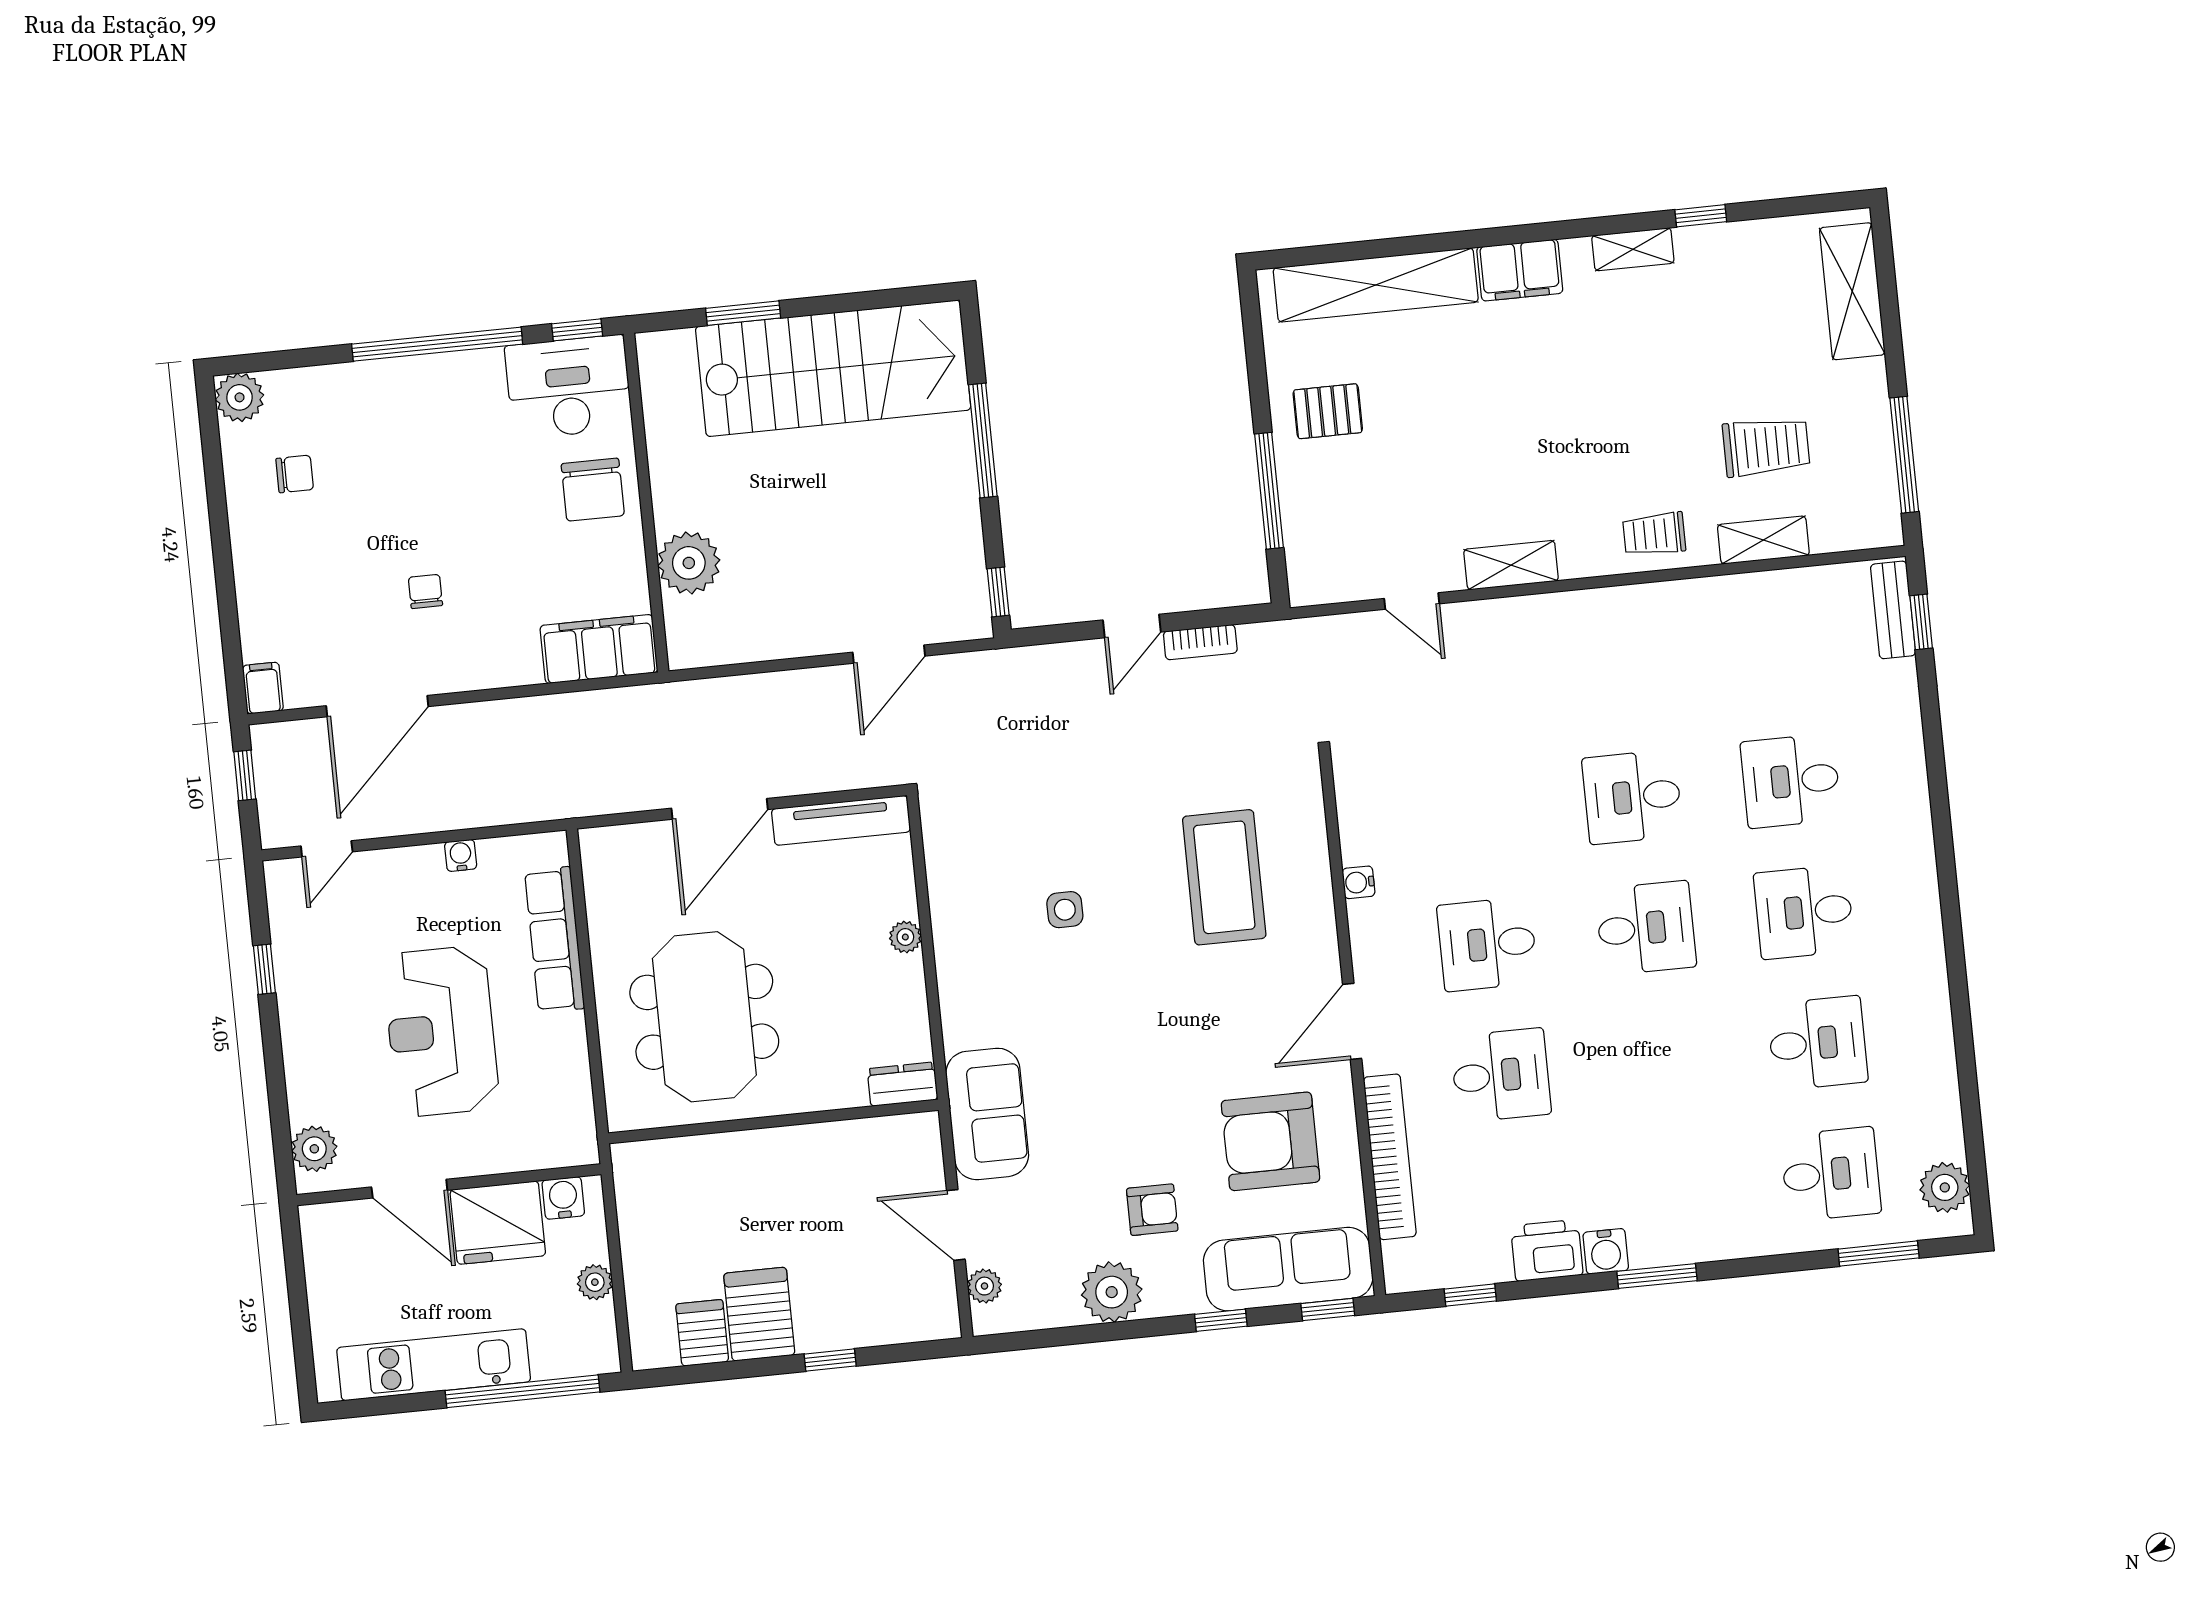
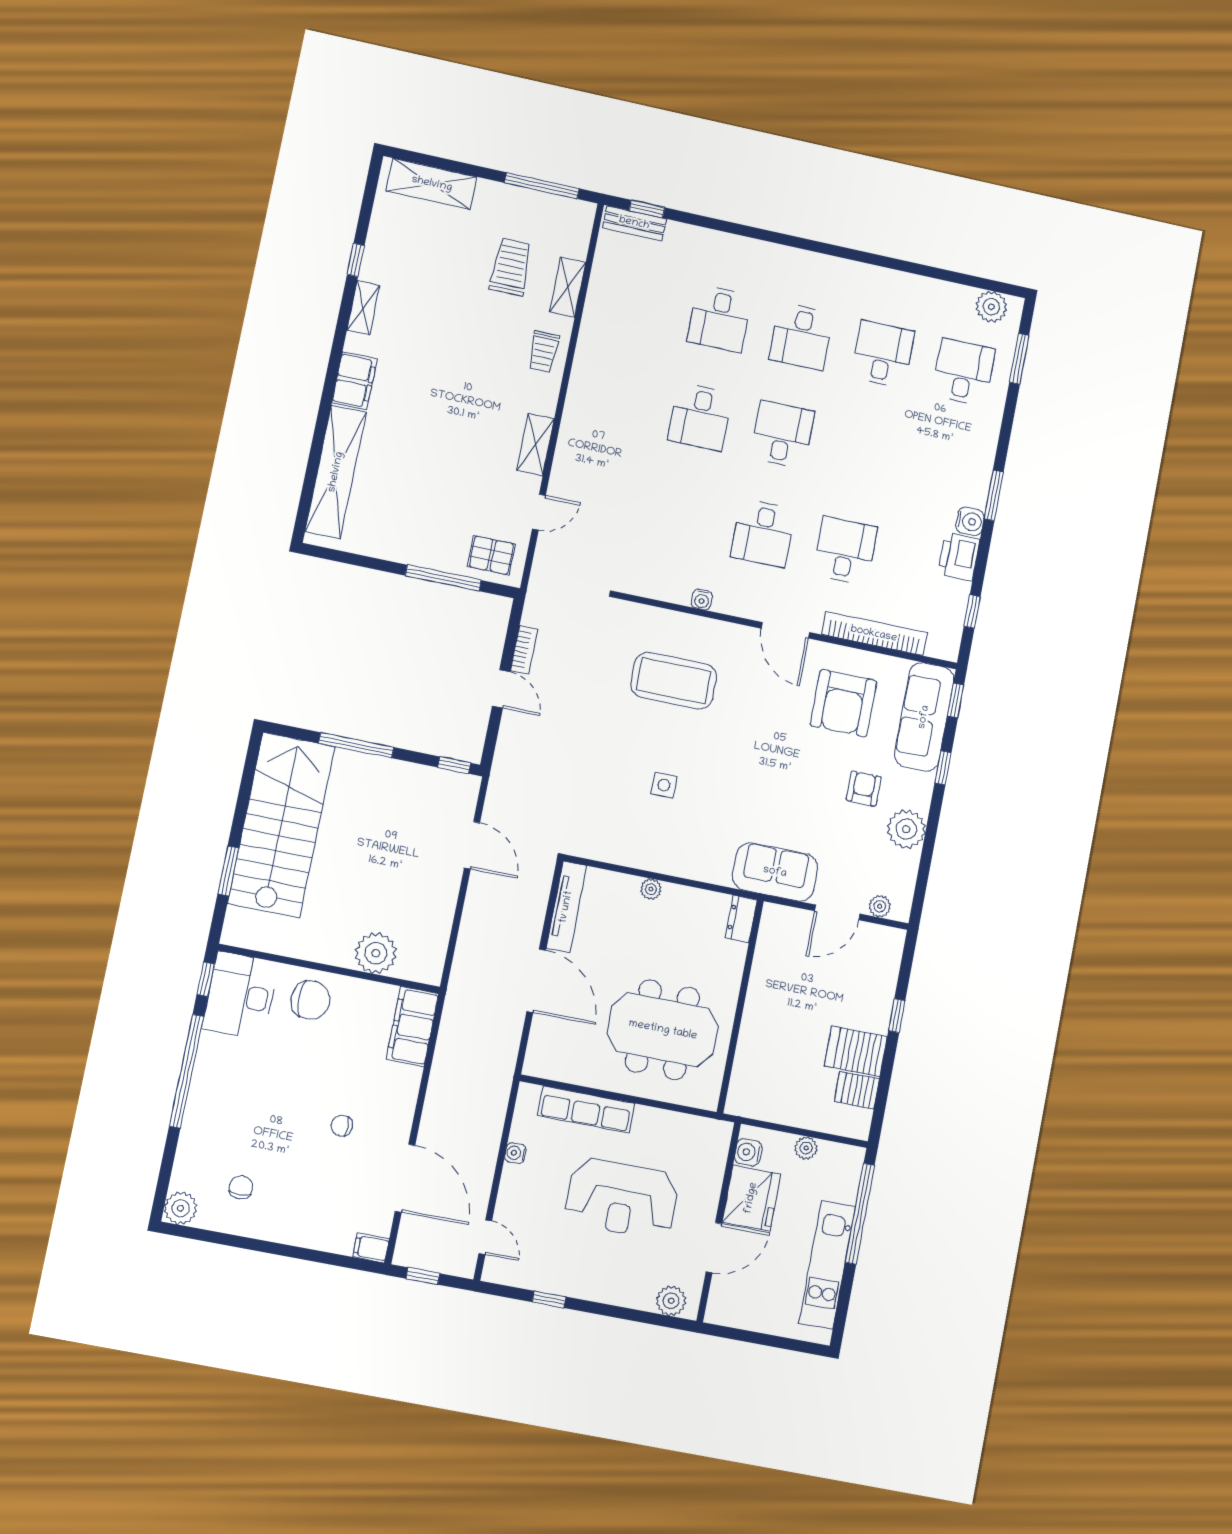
pallet: (1328, 411) -> (491, 555), moved, turned 90

